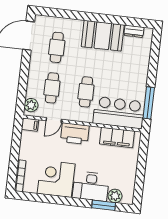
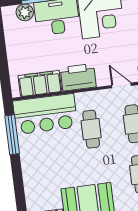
door: (54, 120) -> (121, 85), hinge flipped
printer: (75, 134) -> (78, 77), moved

